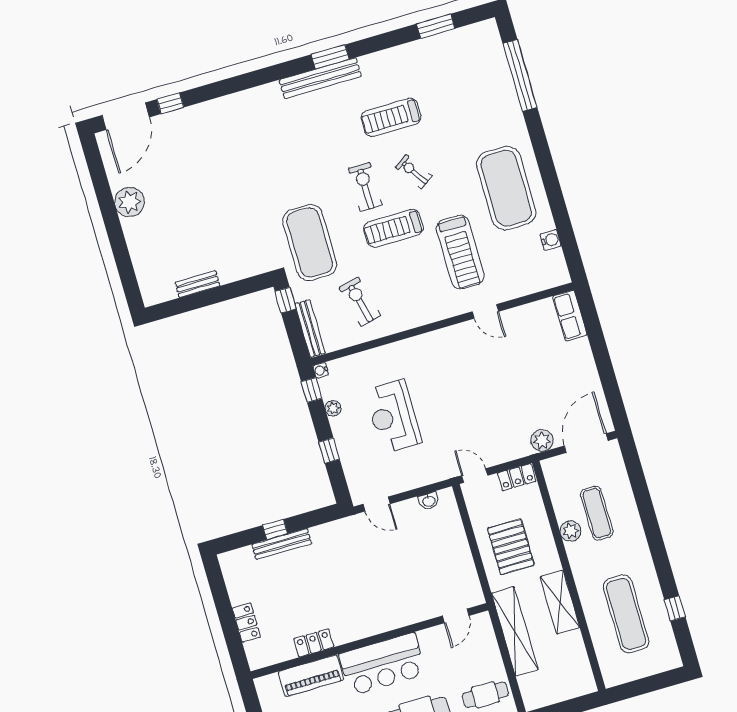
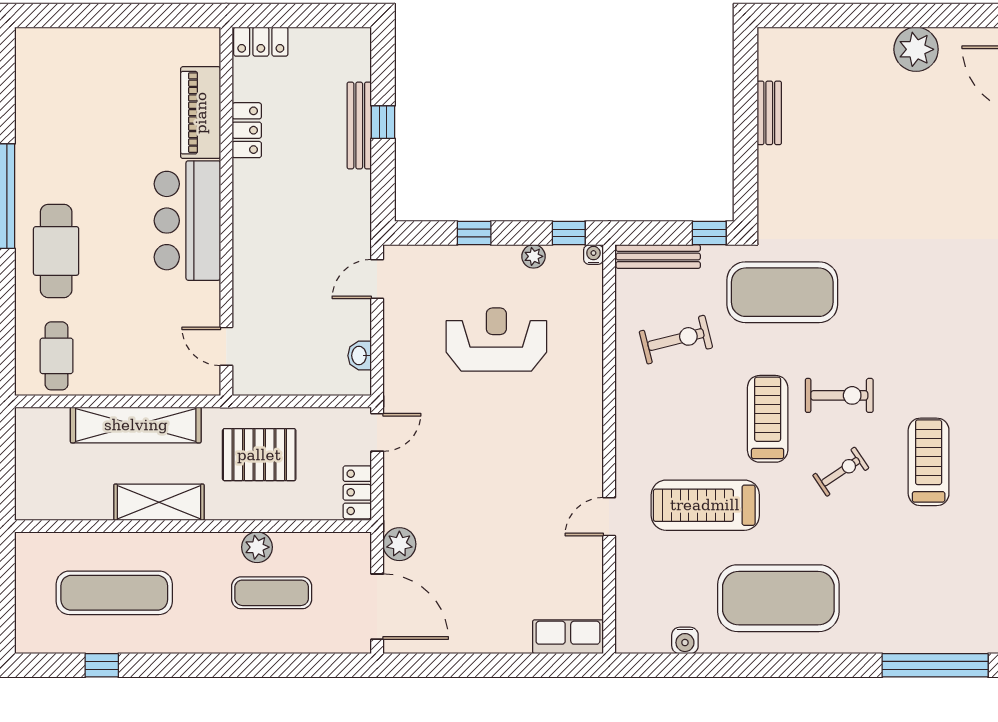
door: (456, 616) -> (226, 346), moved
wall: (369, 641) -> (226, 211), moved
locker: (314, 643) -> (247, 130), moved
bar counter: (383, 664) -> (187, 221), moved
piano: (311, 676) -> (201, 113), moved

